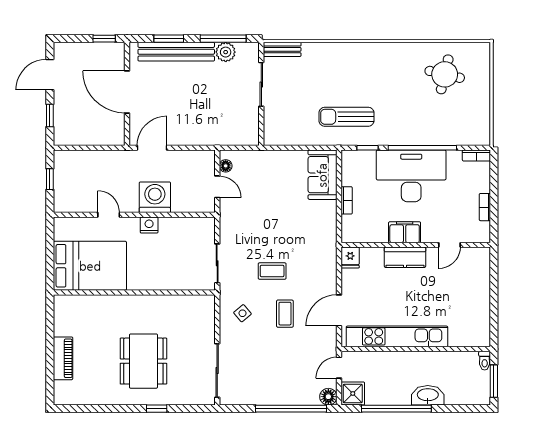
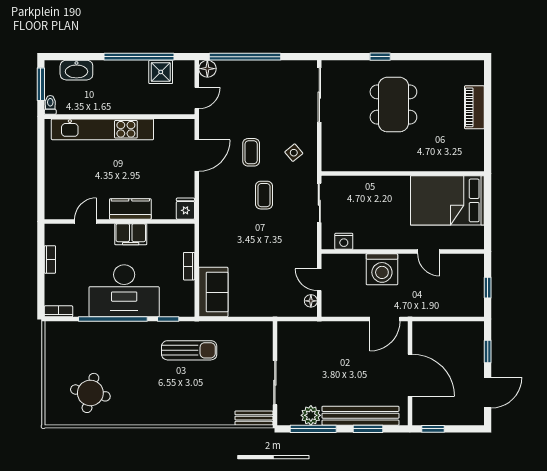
nightstand: (149, 225) -> (344, 241), moved
coffee table: (272, 271) -> (264, 195), turned 90
kitchen unit: (397, 336) -> (102, 129), moved
shower: (353, 393) -> (161, 72), moved
washbasin: (428, 395) -> (76, 70), moved

